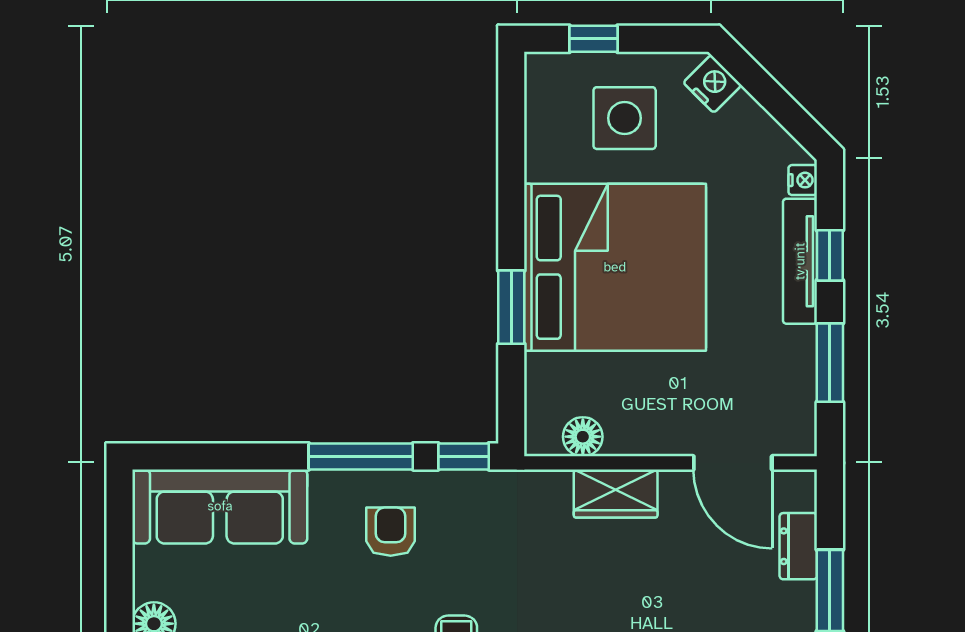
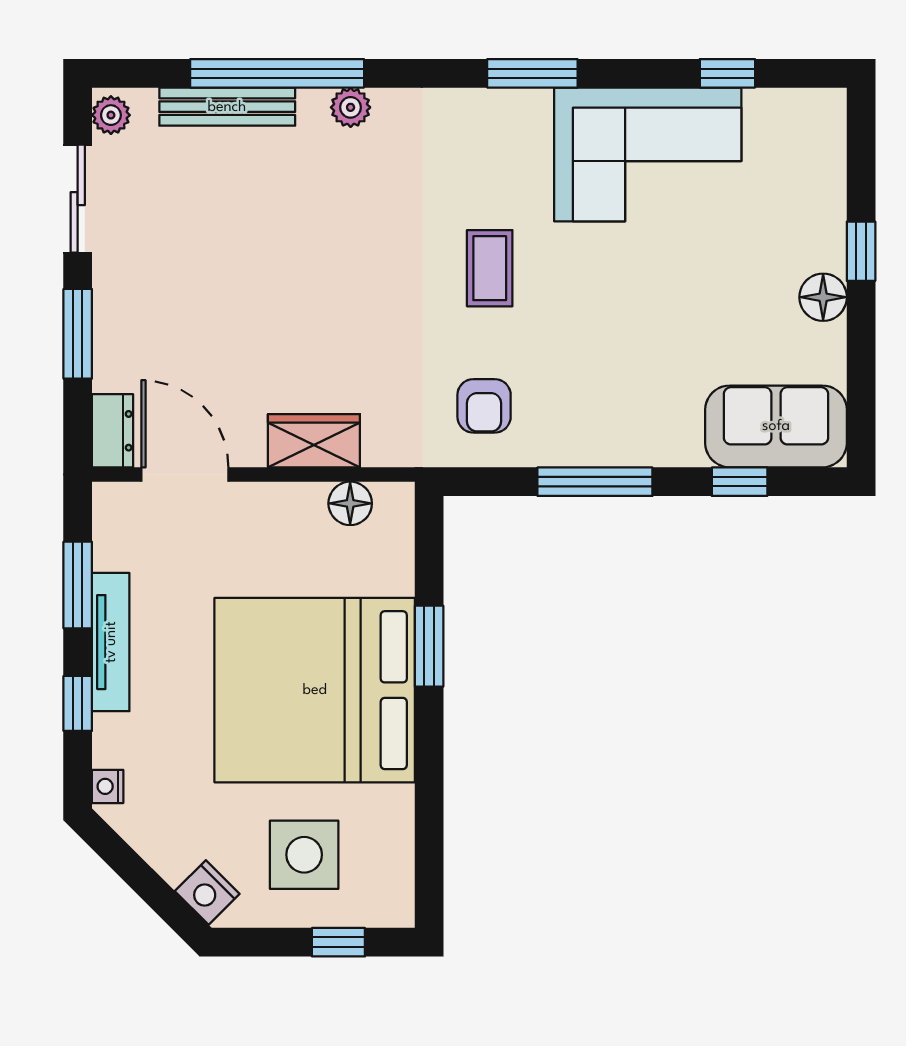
tv unit: (800, 261) -> (111, 642), moved
window: (464, 456) -> (740, 482), moved
sofa: (220, 506) -> (776, 426), width x0.73
armchair: (391, 532) -> (484, 406), moved
dresser: (798, 546) -> (113, 431), moved

